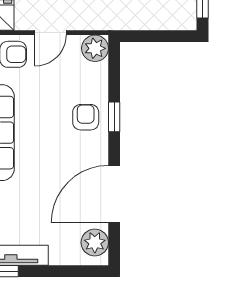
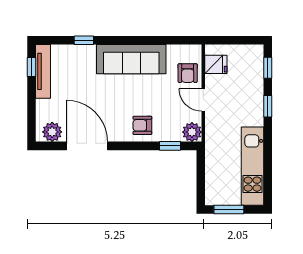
armchair: (86, 117) -> (142, 125), turned 180
window: (114, 117) -> (170, 146), moved

